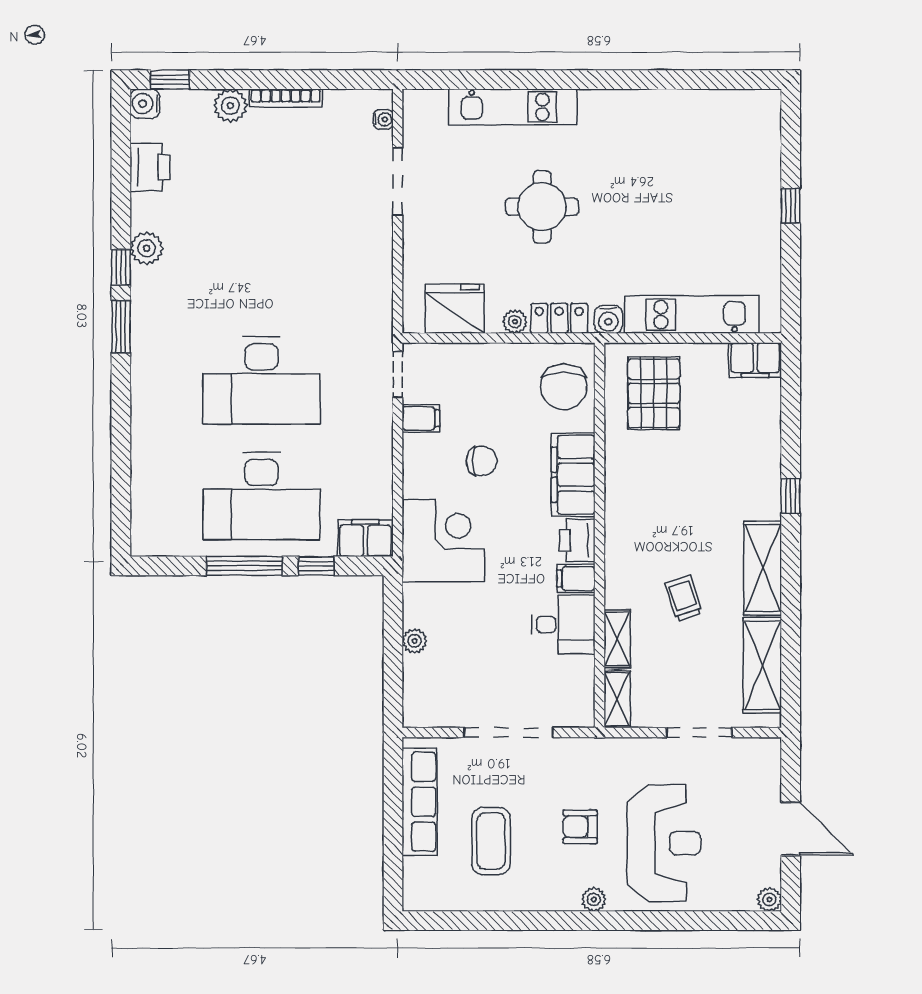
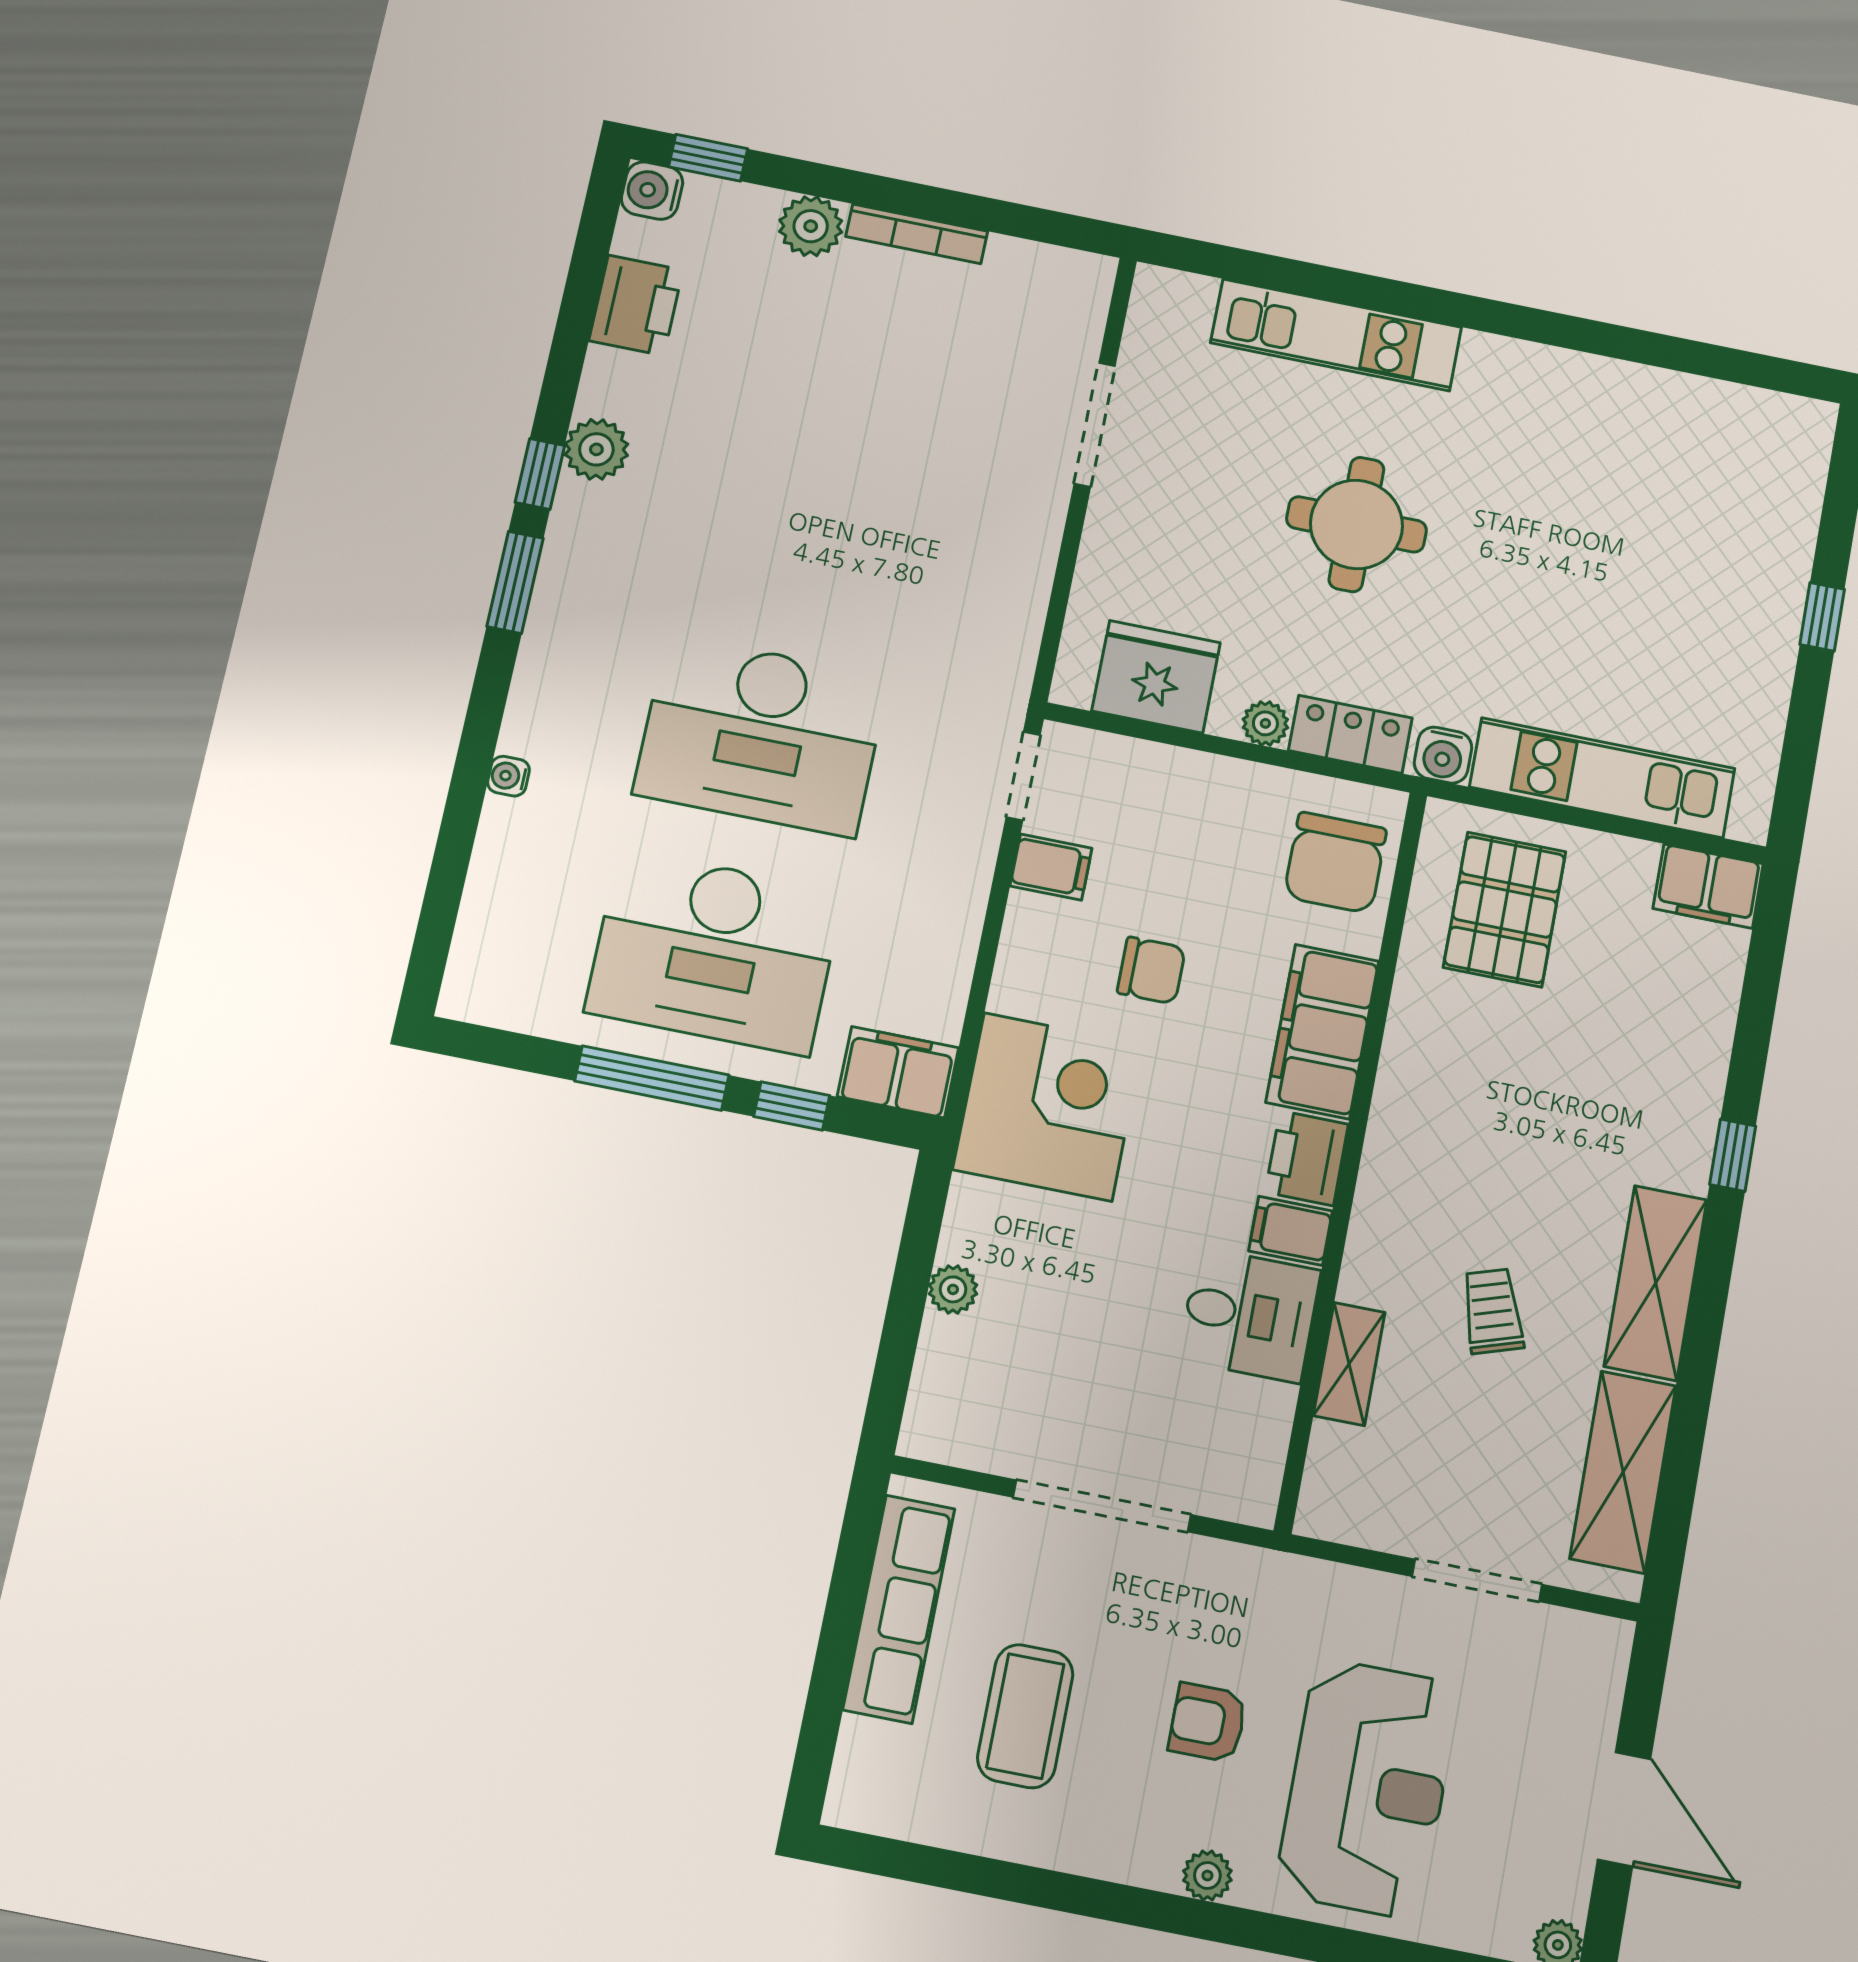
water cooler: (383, 119) -> (508, 776), moved, turned 180
shelving: (617, 699) -> (1327, 1482), removed

